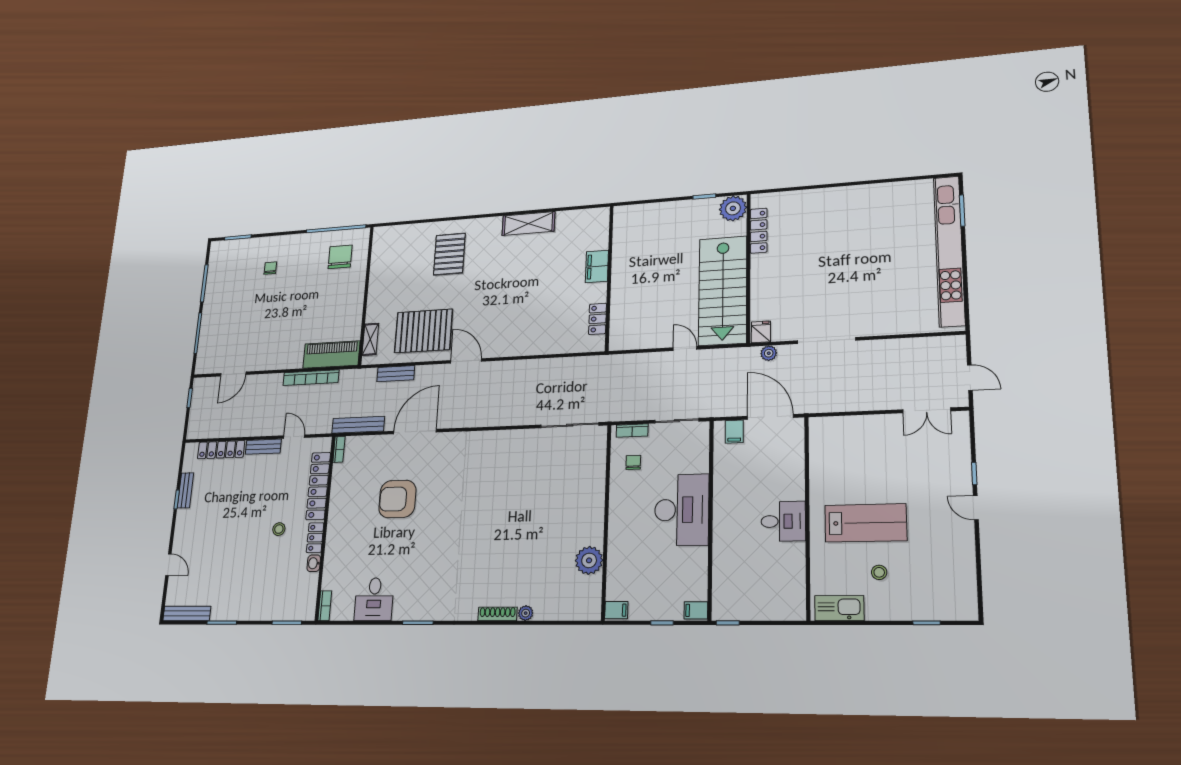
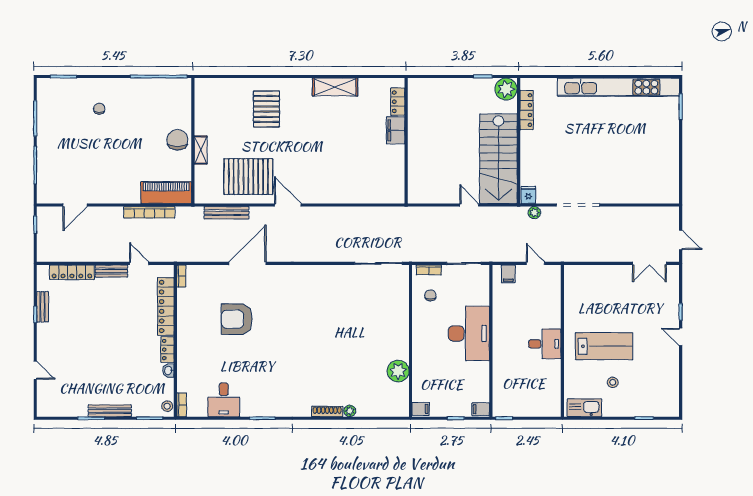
kitchen unit: (949, 251) -> (618, 87), moved, turned -90
chair: (340, 257) -> (177, 140), moved
locker: (598, 319) -> (398, 102), moved
shelving: (370, 339) -> (201, 150), moved
bench: (396, 374) -> (226, 213), width x1.36
door: (770, 417) -> (535, 263), width x0.53
bench: (358, 425) -> (197, 256), removed
stool: (279, 529) -> (167, 406), moved
bench: (187, 613) -> (110, 411), moved

